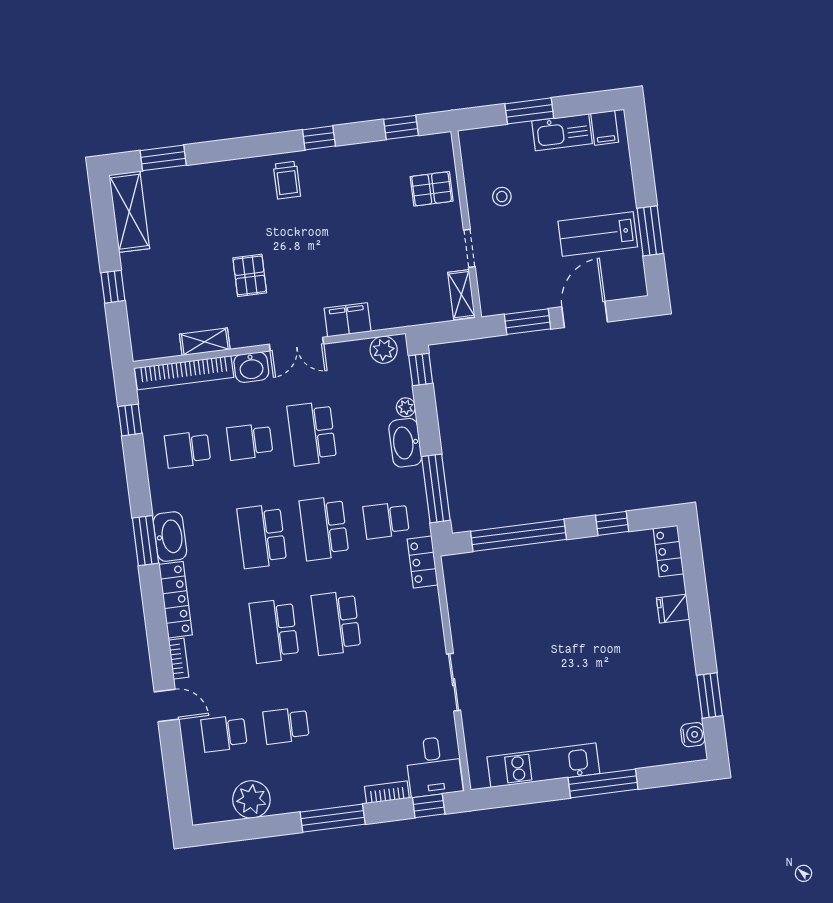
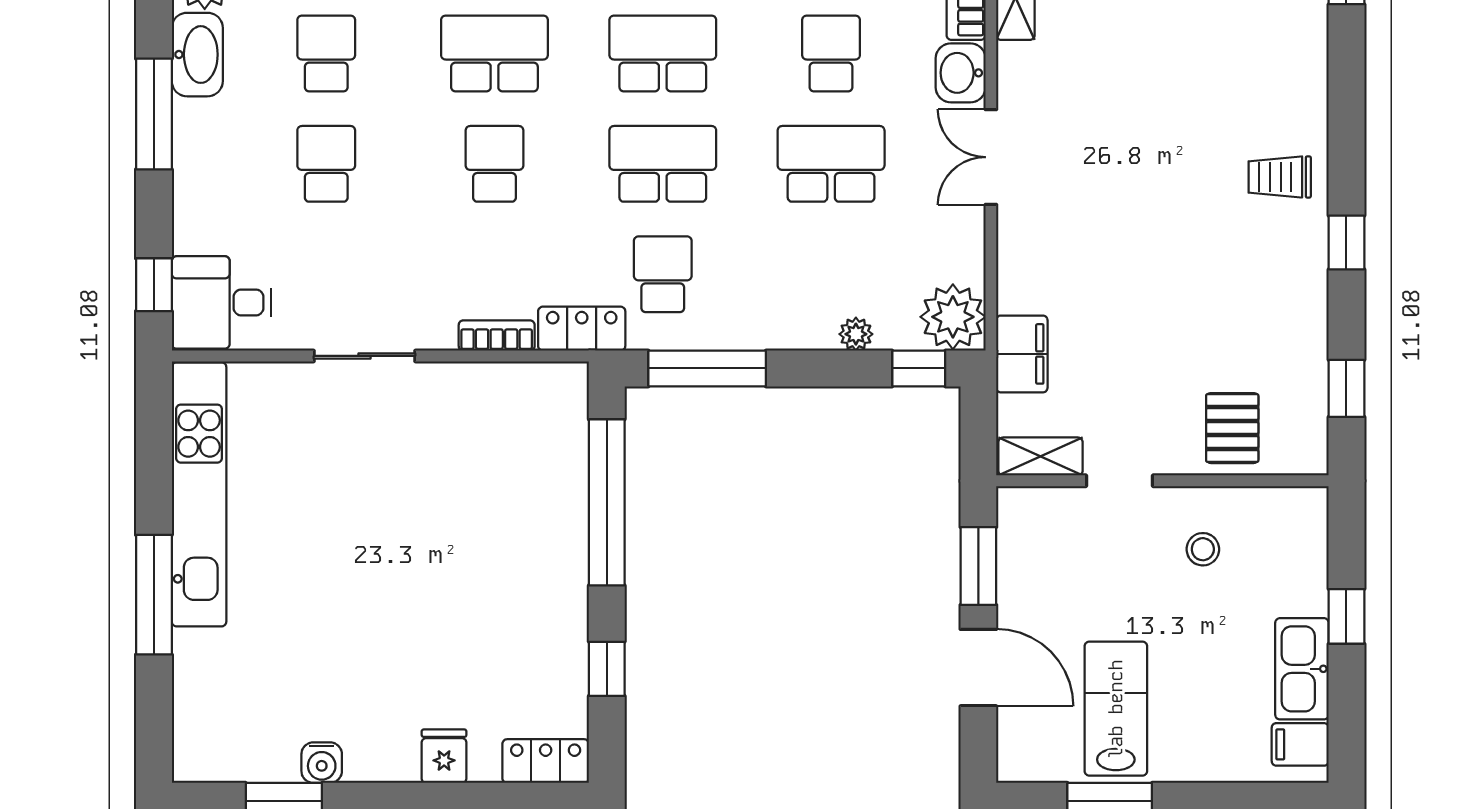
window: (529, 111) -> (1346, 616), width x0.67
pallet: (250, 275) -> (1122, 91), removed
filing cabinet: (348, 320) -> (1022, 354), moved
plant: (384, 350) -> (953, 317), width x1.36, depth x1.36
washbasin: (405, 443) -> (197, 55), moved, turned 90
school desk: (336, 623) -> (494, 164), width x0.54
school desk: (348, 718) -> (326, 164), added
water cooler: (693, 735) -> (322, 763), moved
kitchen unit: (543, 765) -> (199, 494), width x1.36
bookcase: (387, 792) -> (497, 335), moved, turned -90

